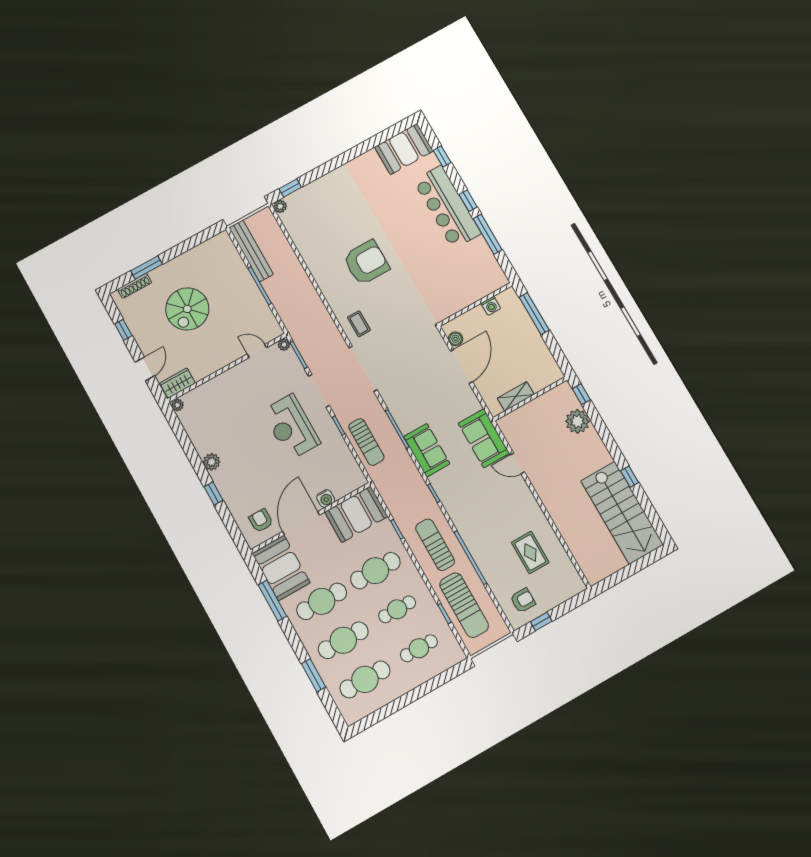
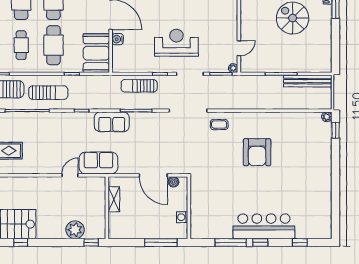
booth: (404, 149) -> (319, 220), removed

